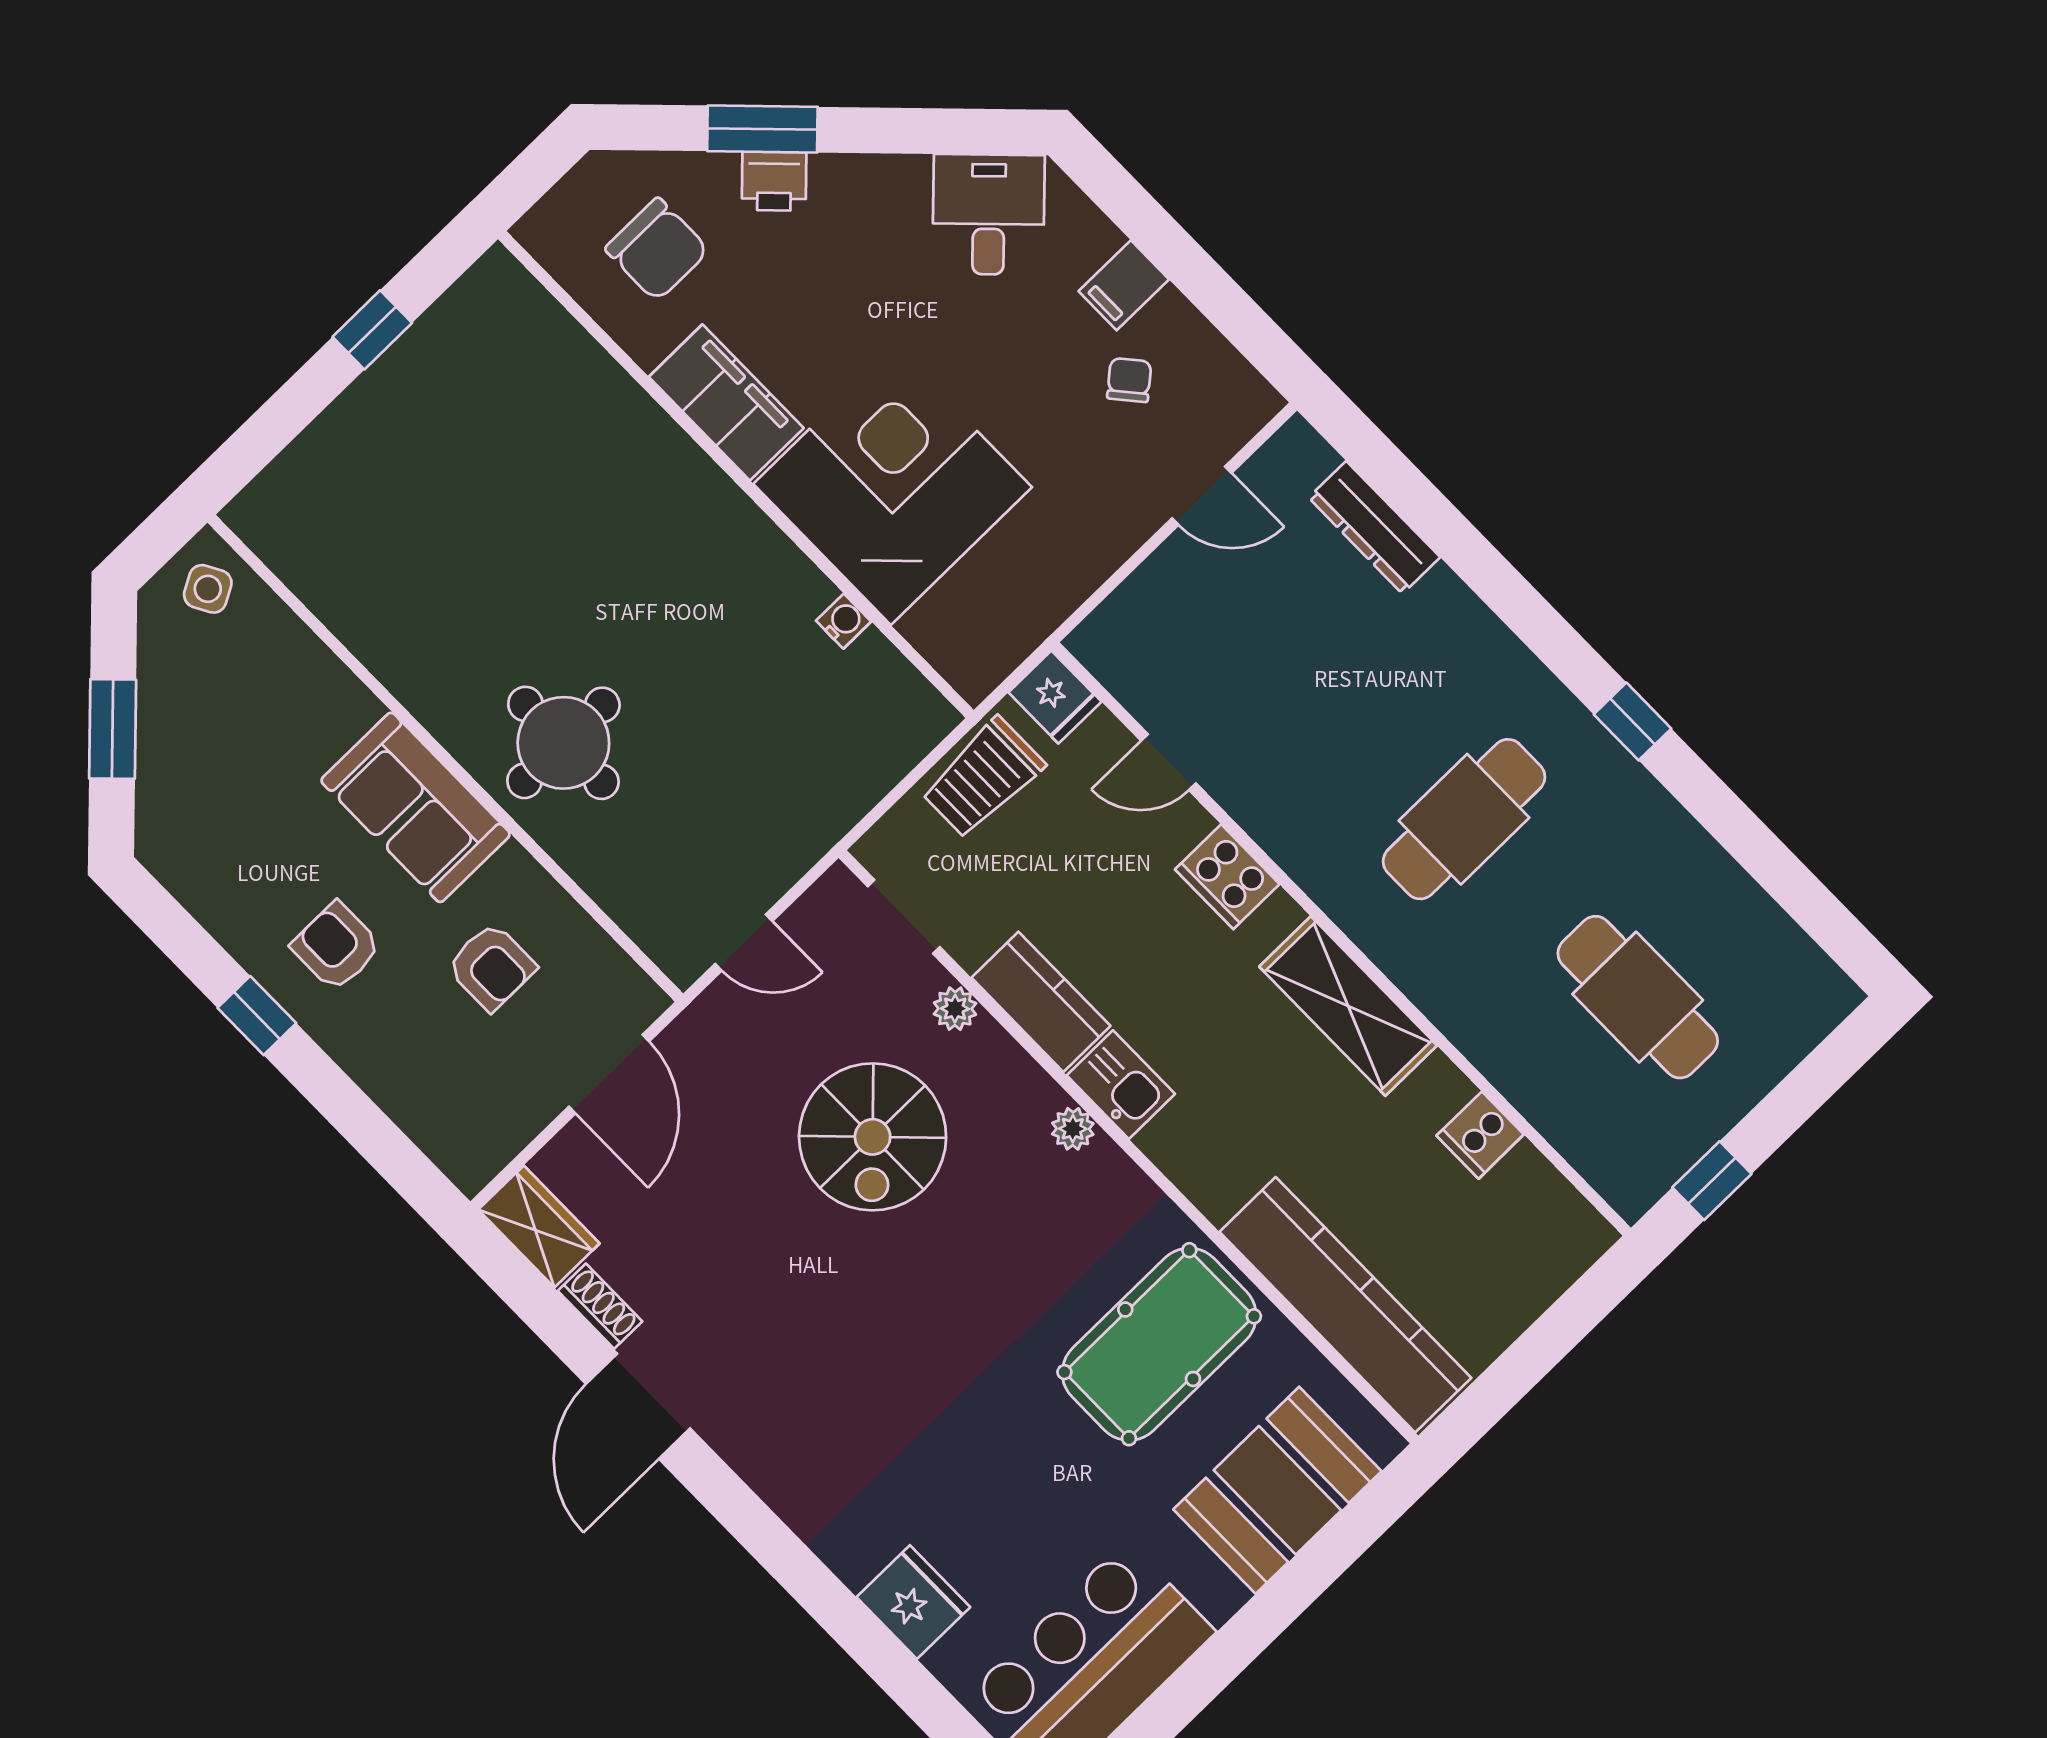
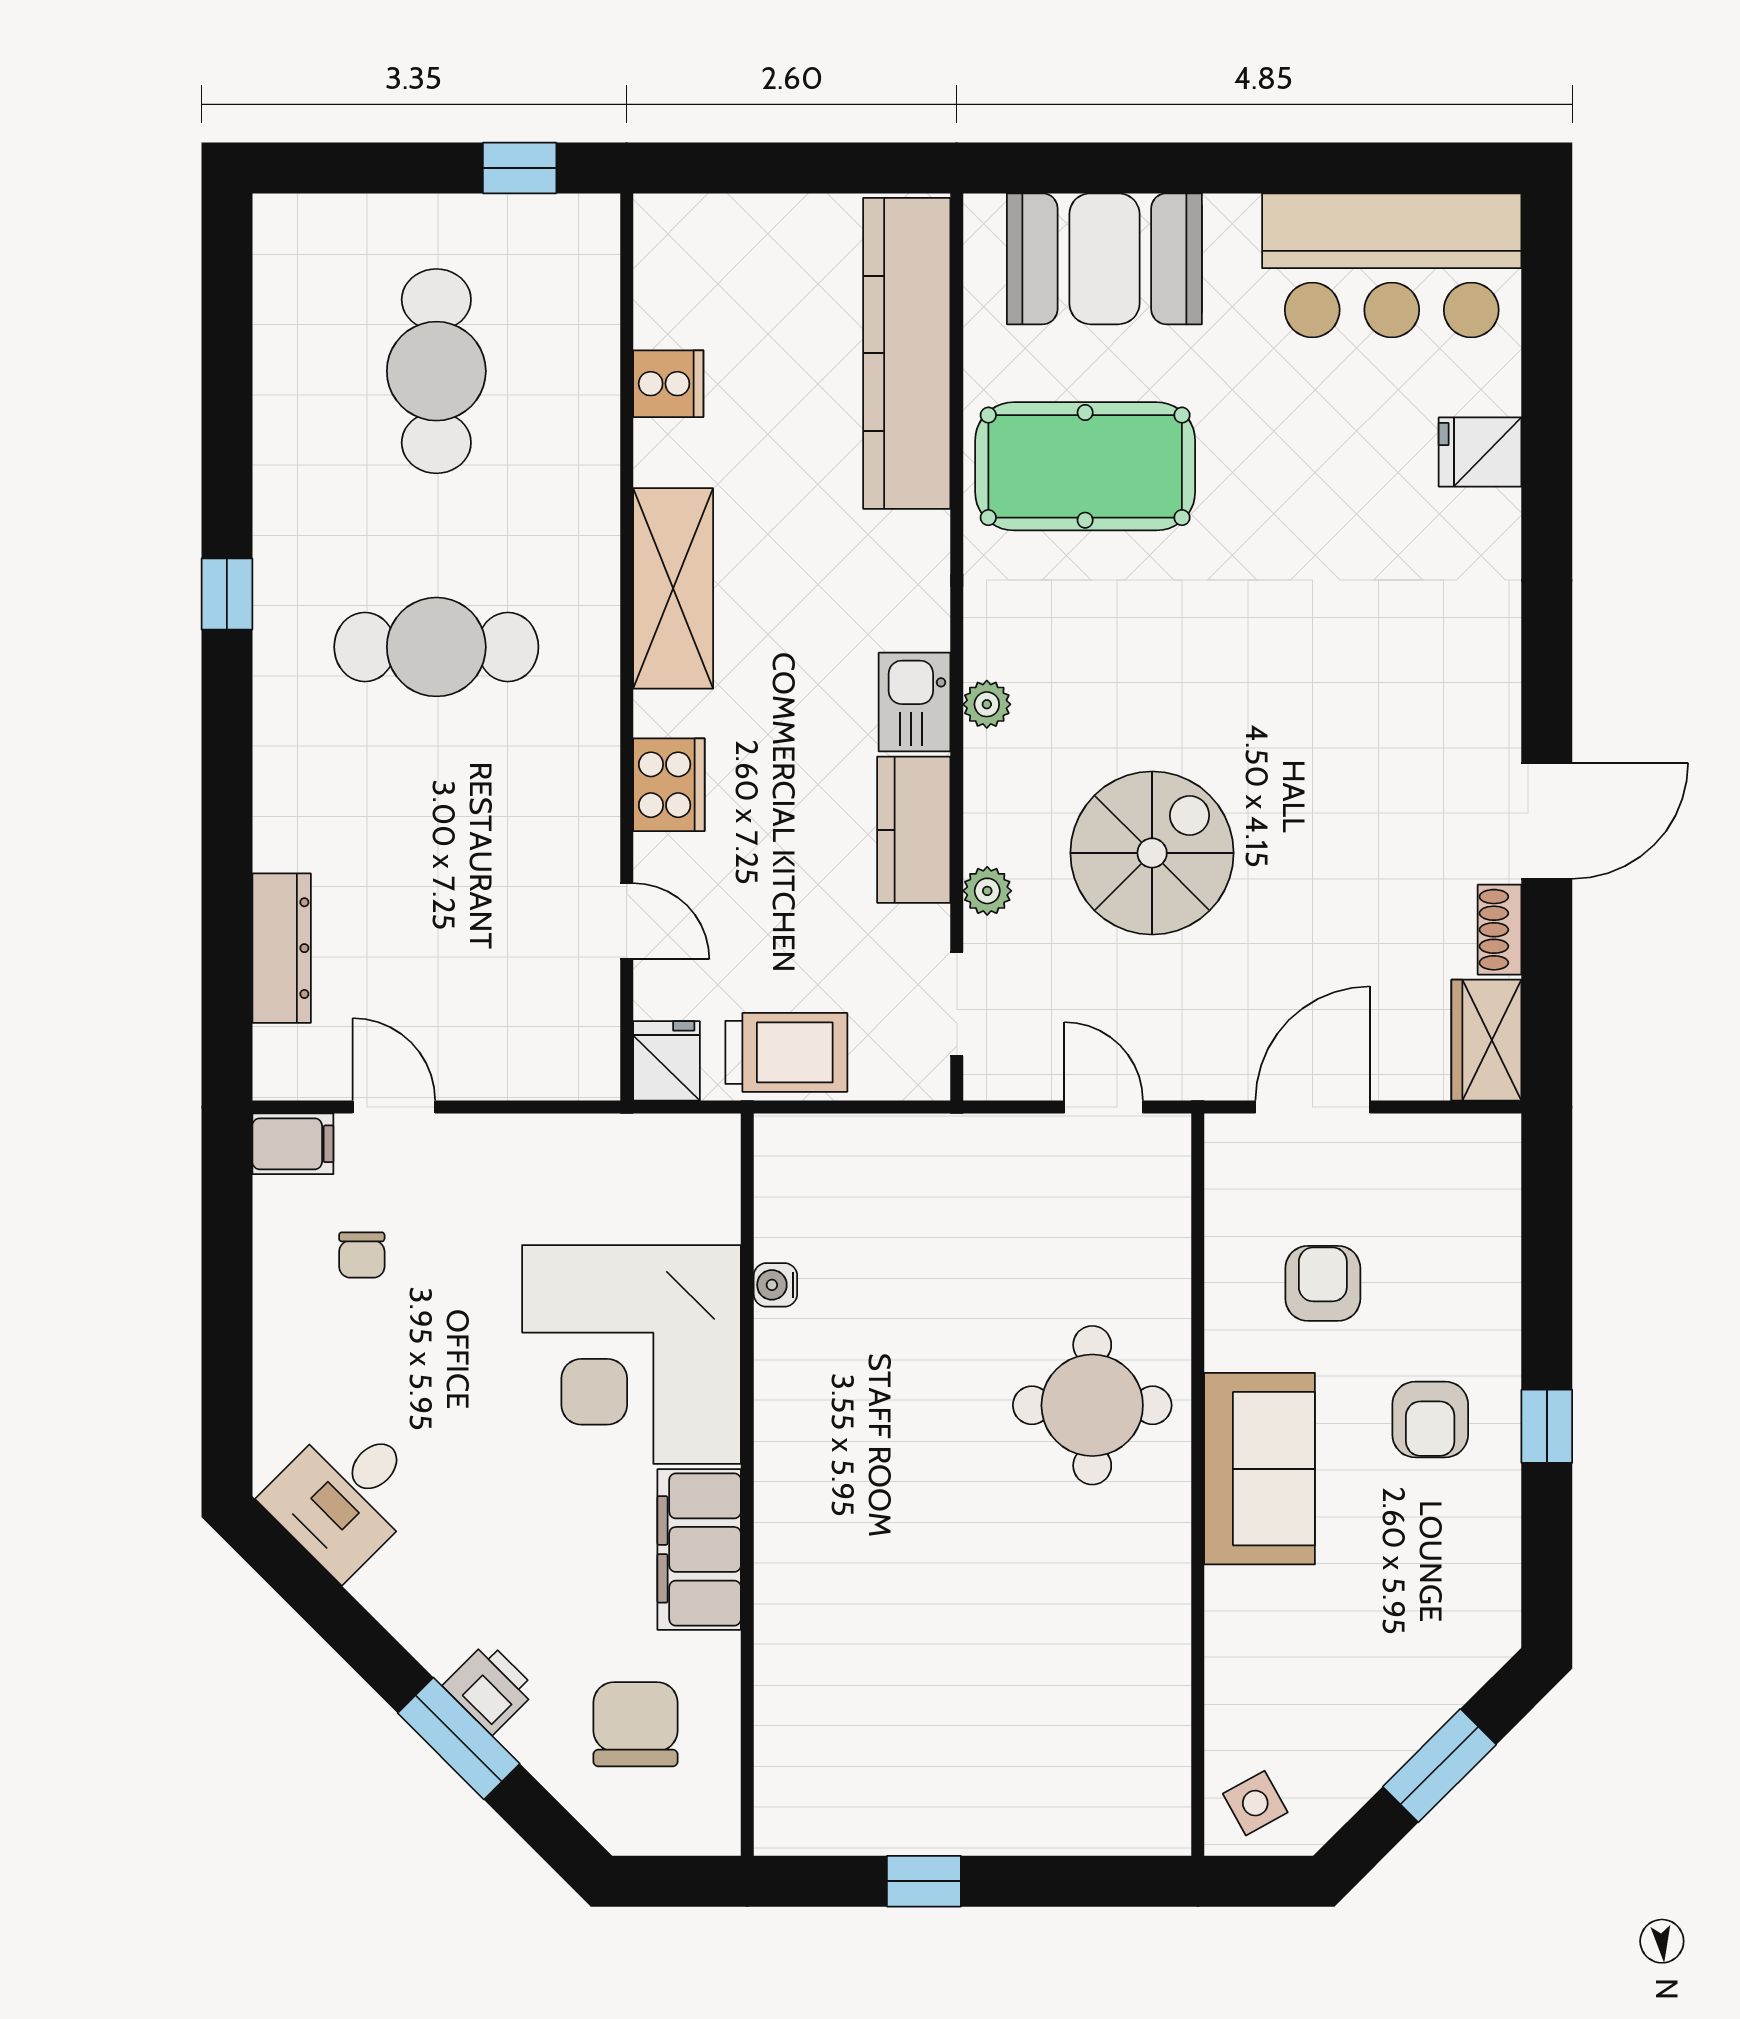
filing cabinet: (1124, 285) -> (293, 1144), moved
chair: (1129, 380) -> (362, 1255), turned -50
fridge: (913, 1602) -> (1480, 452), width x0.72

